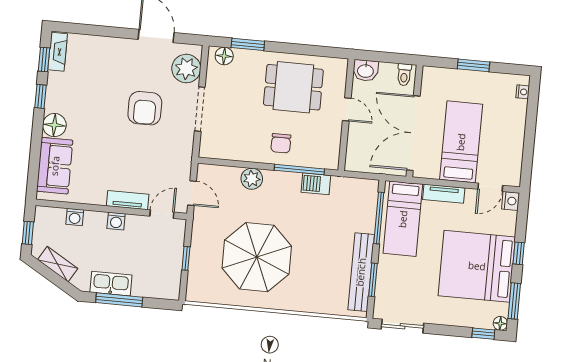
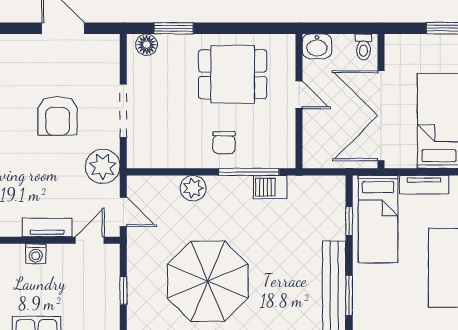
plant: (186, 69) -> (103, 166), moved
window: (379, 218) -> (349, 221), width x0.46

